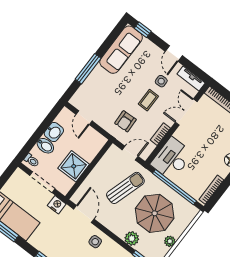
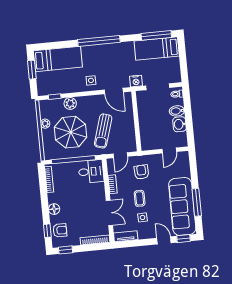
sofa: (121, 50) -> (182, 206), width x1.36, depth x1.27
door: (174, 54) -> (164, 240), moved
window: (88, 69) -> (197, 202), moved
door: (84, 118) -> (169, 150), swing flipped
desk: (172, 159) -> (91, 171), width x0.73
shower: (74, 166) -> (148, 115), removed

